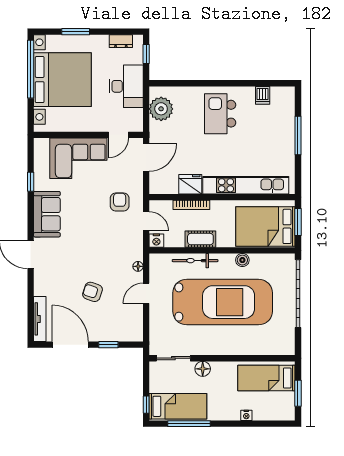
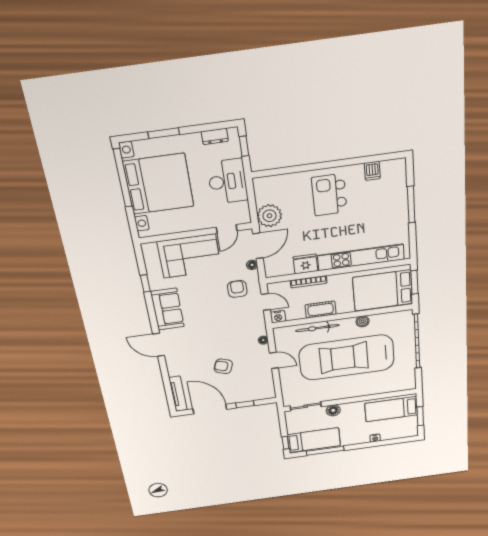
plant: (161, 109) -> (269, 216), moved
floor lamp: (138, 177) -> (252, 265), added
door: (146, 293) -> (274, 360), swing flipped
car: (223, 302) -> (347, 358), turned 180

